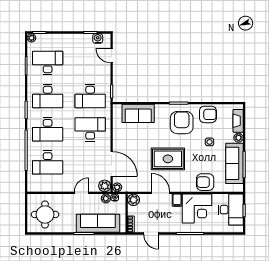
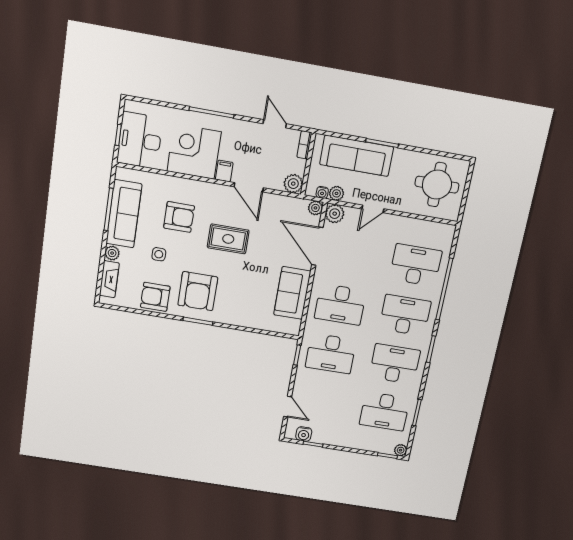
desk: (90, 96) -> (331, 354), turned 180
sofa: (138, 113) -> (292, 293), moved, turned -90
rug: (168, 159) -> (228, 239), width x0.73, depth x0.70
armchair: (205, 182) -> (179, 217), moved

